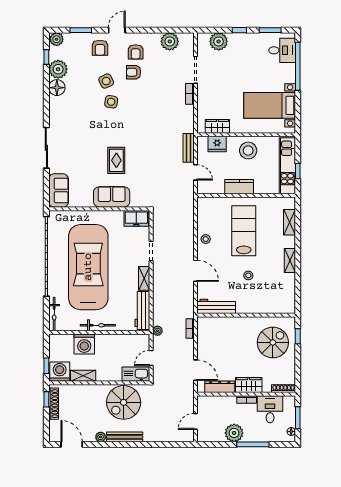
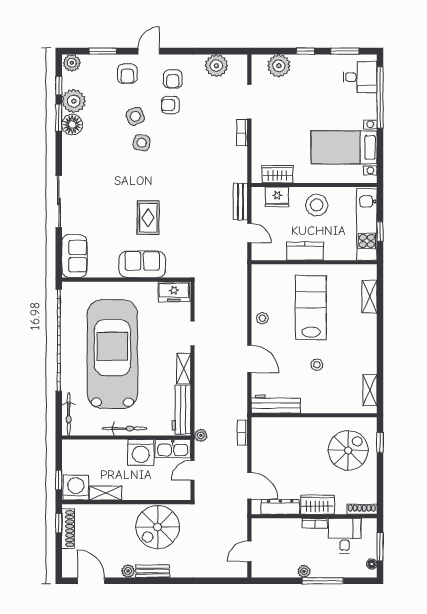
window: (46, 82) -> (59, 118), added
shelving: (290, 261) -> (370, 390), moved
washing machine: (84, 344) -> (141, 452), moved
kitchen sink: (136, 374) -> (173, 449), moved, turned 180
plant: (234, 433) -> (304, 571), width x0.53, depth x0.53
bench: (125, 437) -> (153, 571), width x0.73

